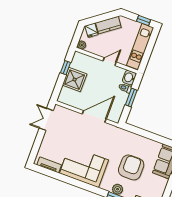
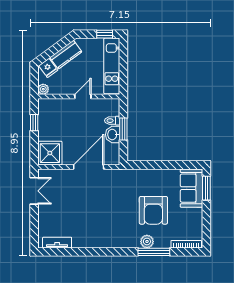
washbasin: (129, 78) -> (113, 135), moved
shower: (75, 80) -> (50, 153), moved
double door: (46, 119) -> (34, 191), swing flipped
corner sofa: (84, 167) -> (98, 230), removed
armchair: (131, 167) -> (153, 210), turned 180

